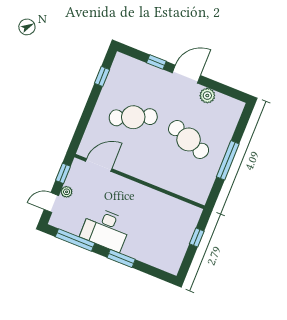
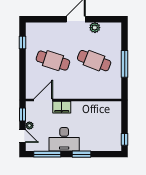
window: (156, 62) -> (54, 19), removed
cafe table: (133, 117) -> (53, 61), turned 42
filing cabinet: (120, 185) -> (62, 107), added
door: (51, 203) -> (23, 136), swing flipped
window: (197, 238) -> (125, 139), moved

